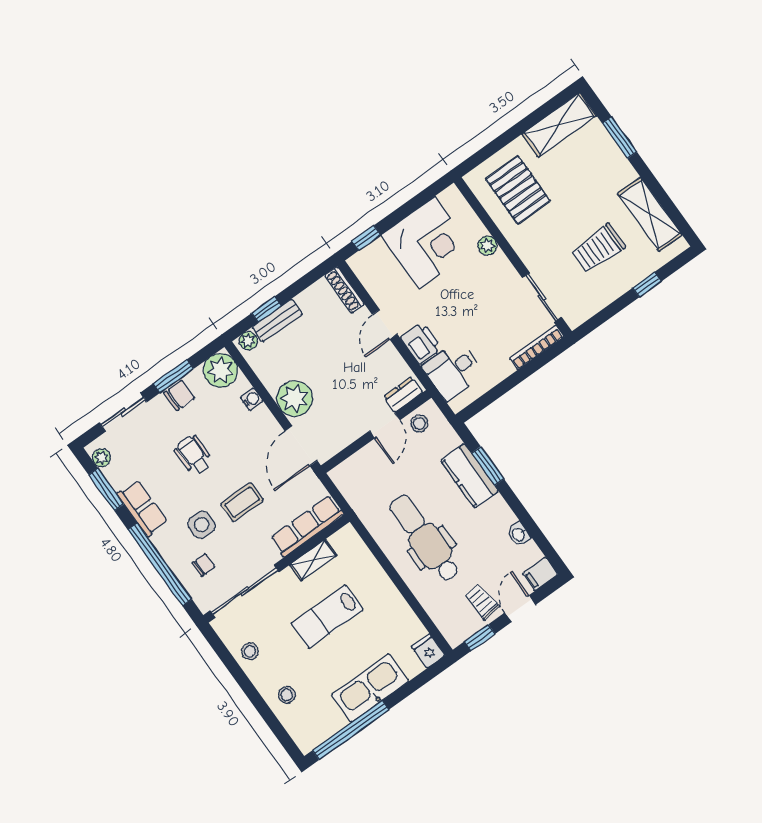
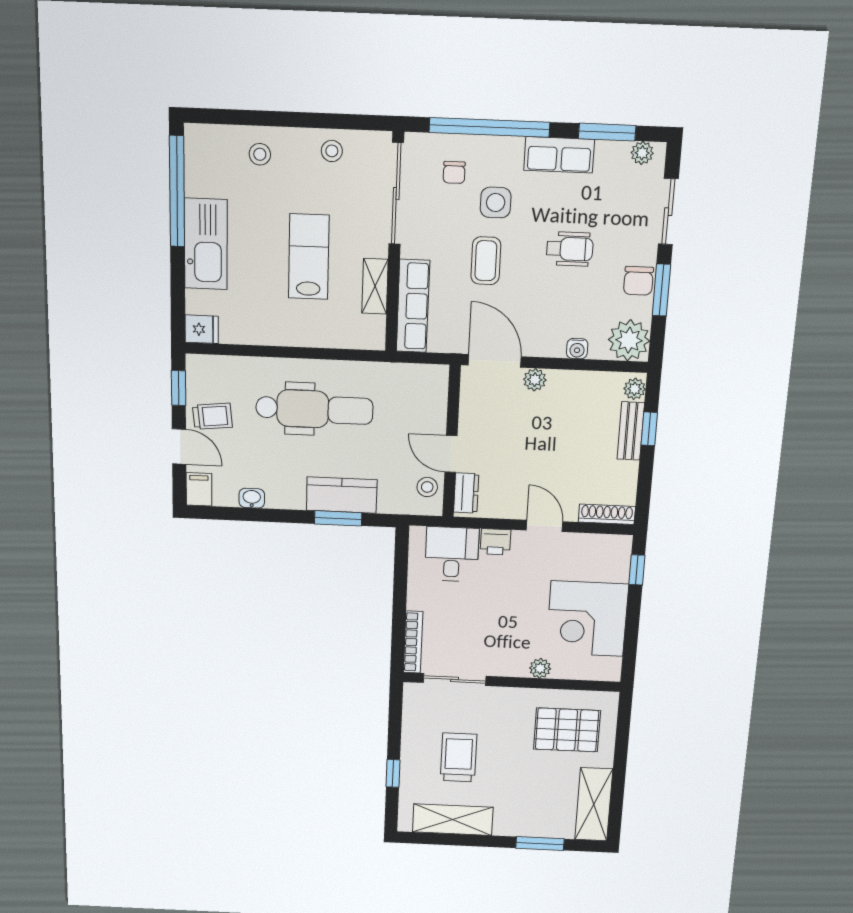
printer: (421, 343) -> (496, 542), width x0.73, depth x0.81
plant: (295, 399) -> (535, 380), width x0.53, depth x0.53

